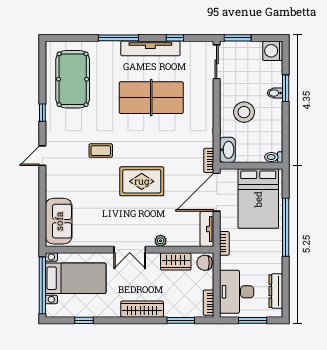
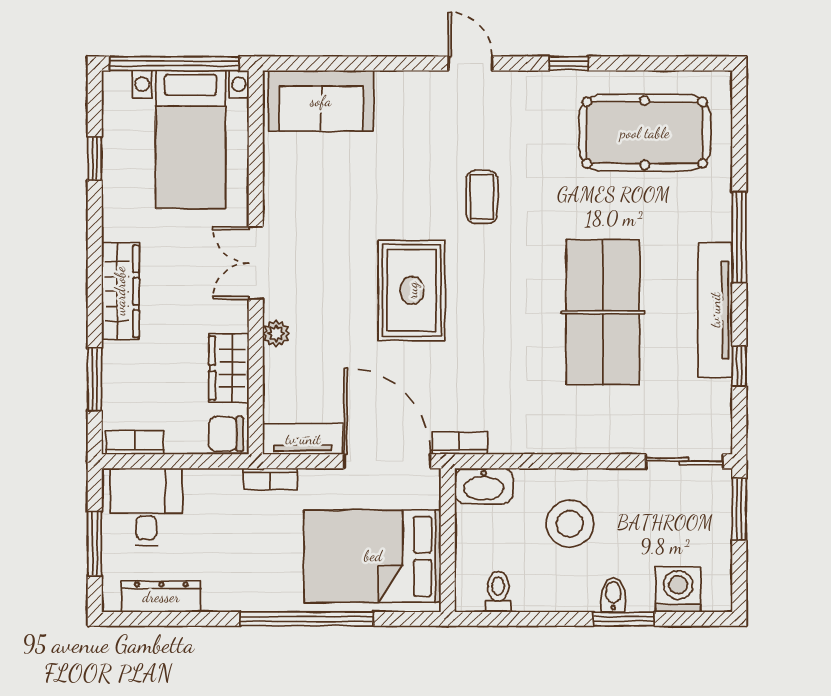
washing machine: (273, 51) -> (678, 589), moved
toilet: (274, 157) -> (498, 592), moved
chair: (205, 263) -> (226, 434), turned -90
desk: (237, 292) -> (146, 507), width x0.73

